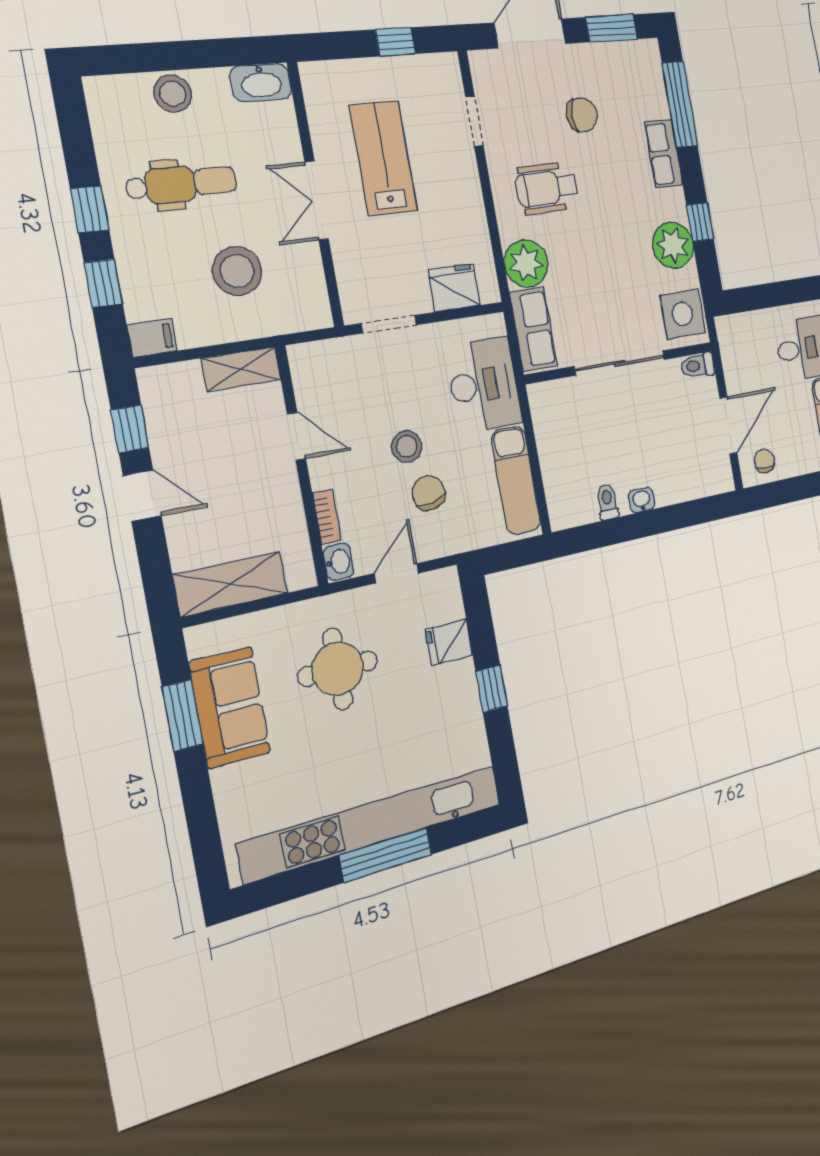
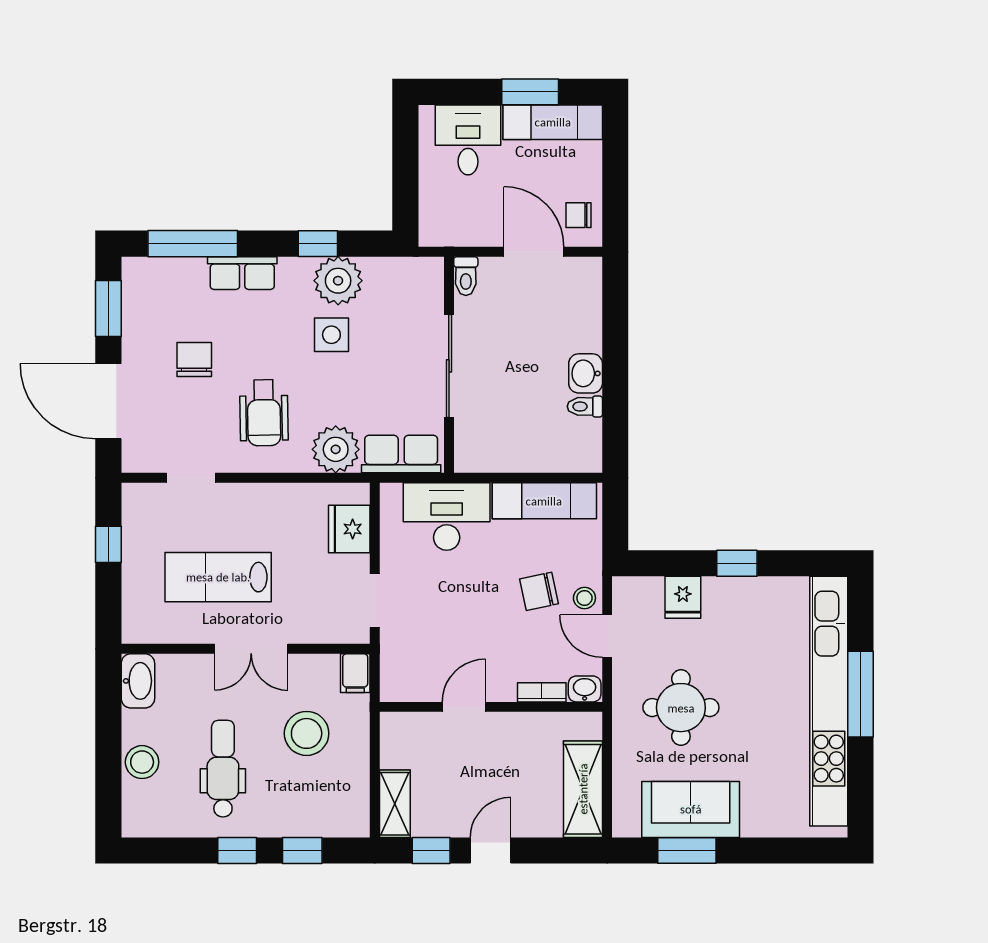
side table: (682, 314) -> (331, 335), moved, width x0.73, depth x0.73
filing cabinet: (152, 338) -> (355, 673), moved, turned 180
shelving: (241, 369) -> (395, 804), moved
stool: (407, 446) -> (584, 598), moved, width x0.73, depth x0.73
washbasin: (642, 500) -> (586, 373), width x1.38, depth x1.45

